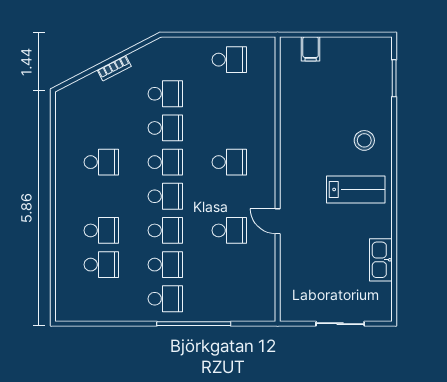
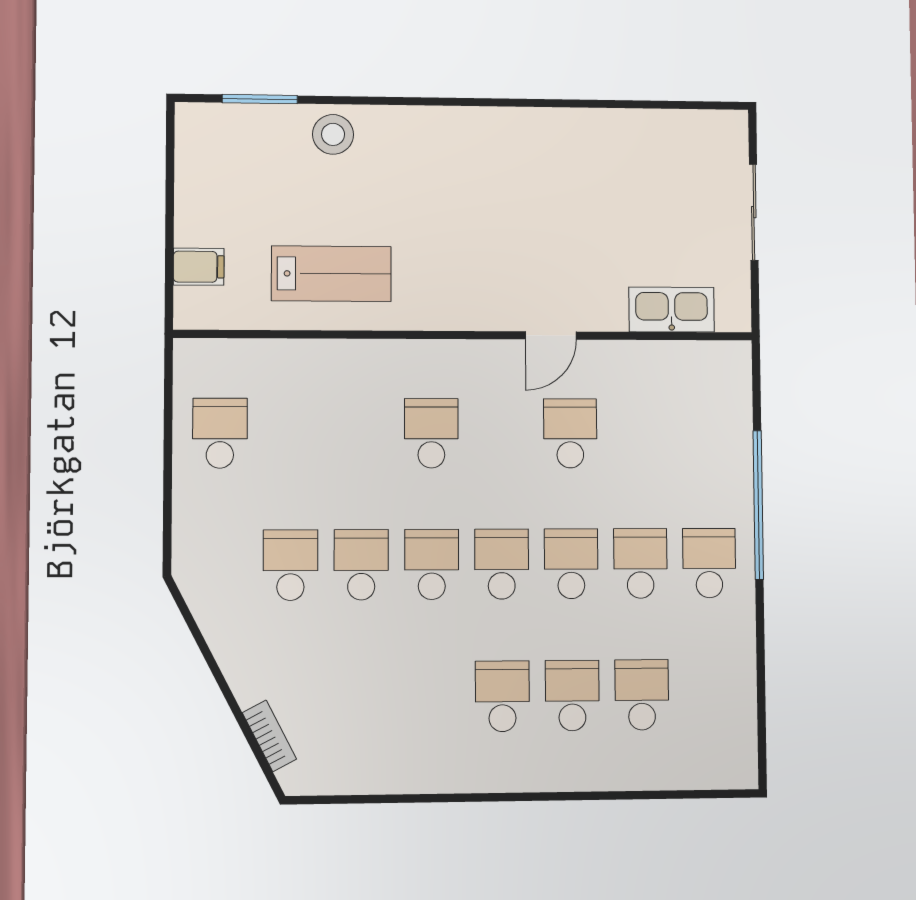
bookcase: (114, 68) -> (269, 736), moved
stool: (364, 140) -> (333, 134), moved
school desk: (101, 162) -> (502, 696), moved
lab bench: (356, 189) -> (331, 274), moved, turned 90
kitchen sink: (381, 260) -> (672, 310), moved, turned 180

